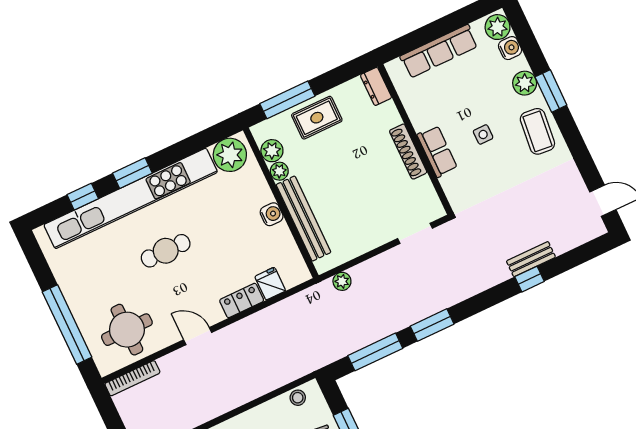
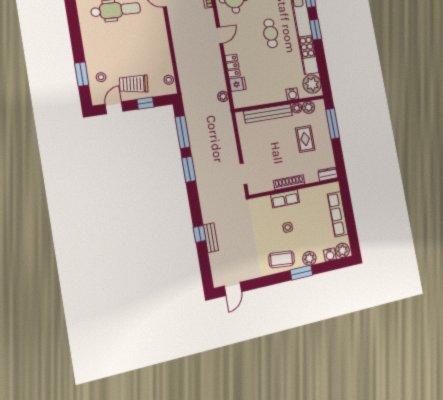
rug: (317, 118) -> (305, 139), moved
water cooler: (272, 214) -> (292, 94), moved
plant: (342, 281) -> (223, 96), moved

